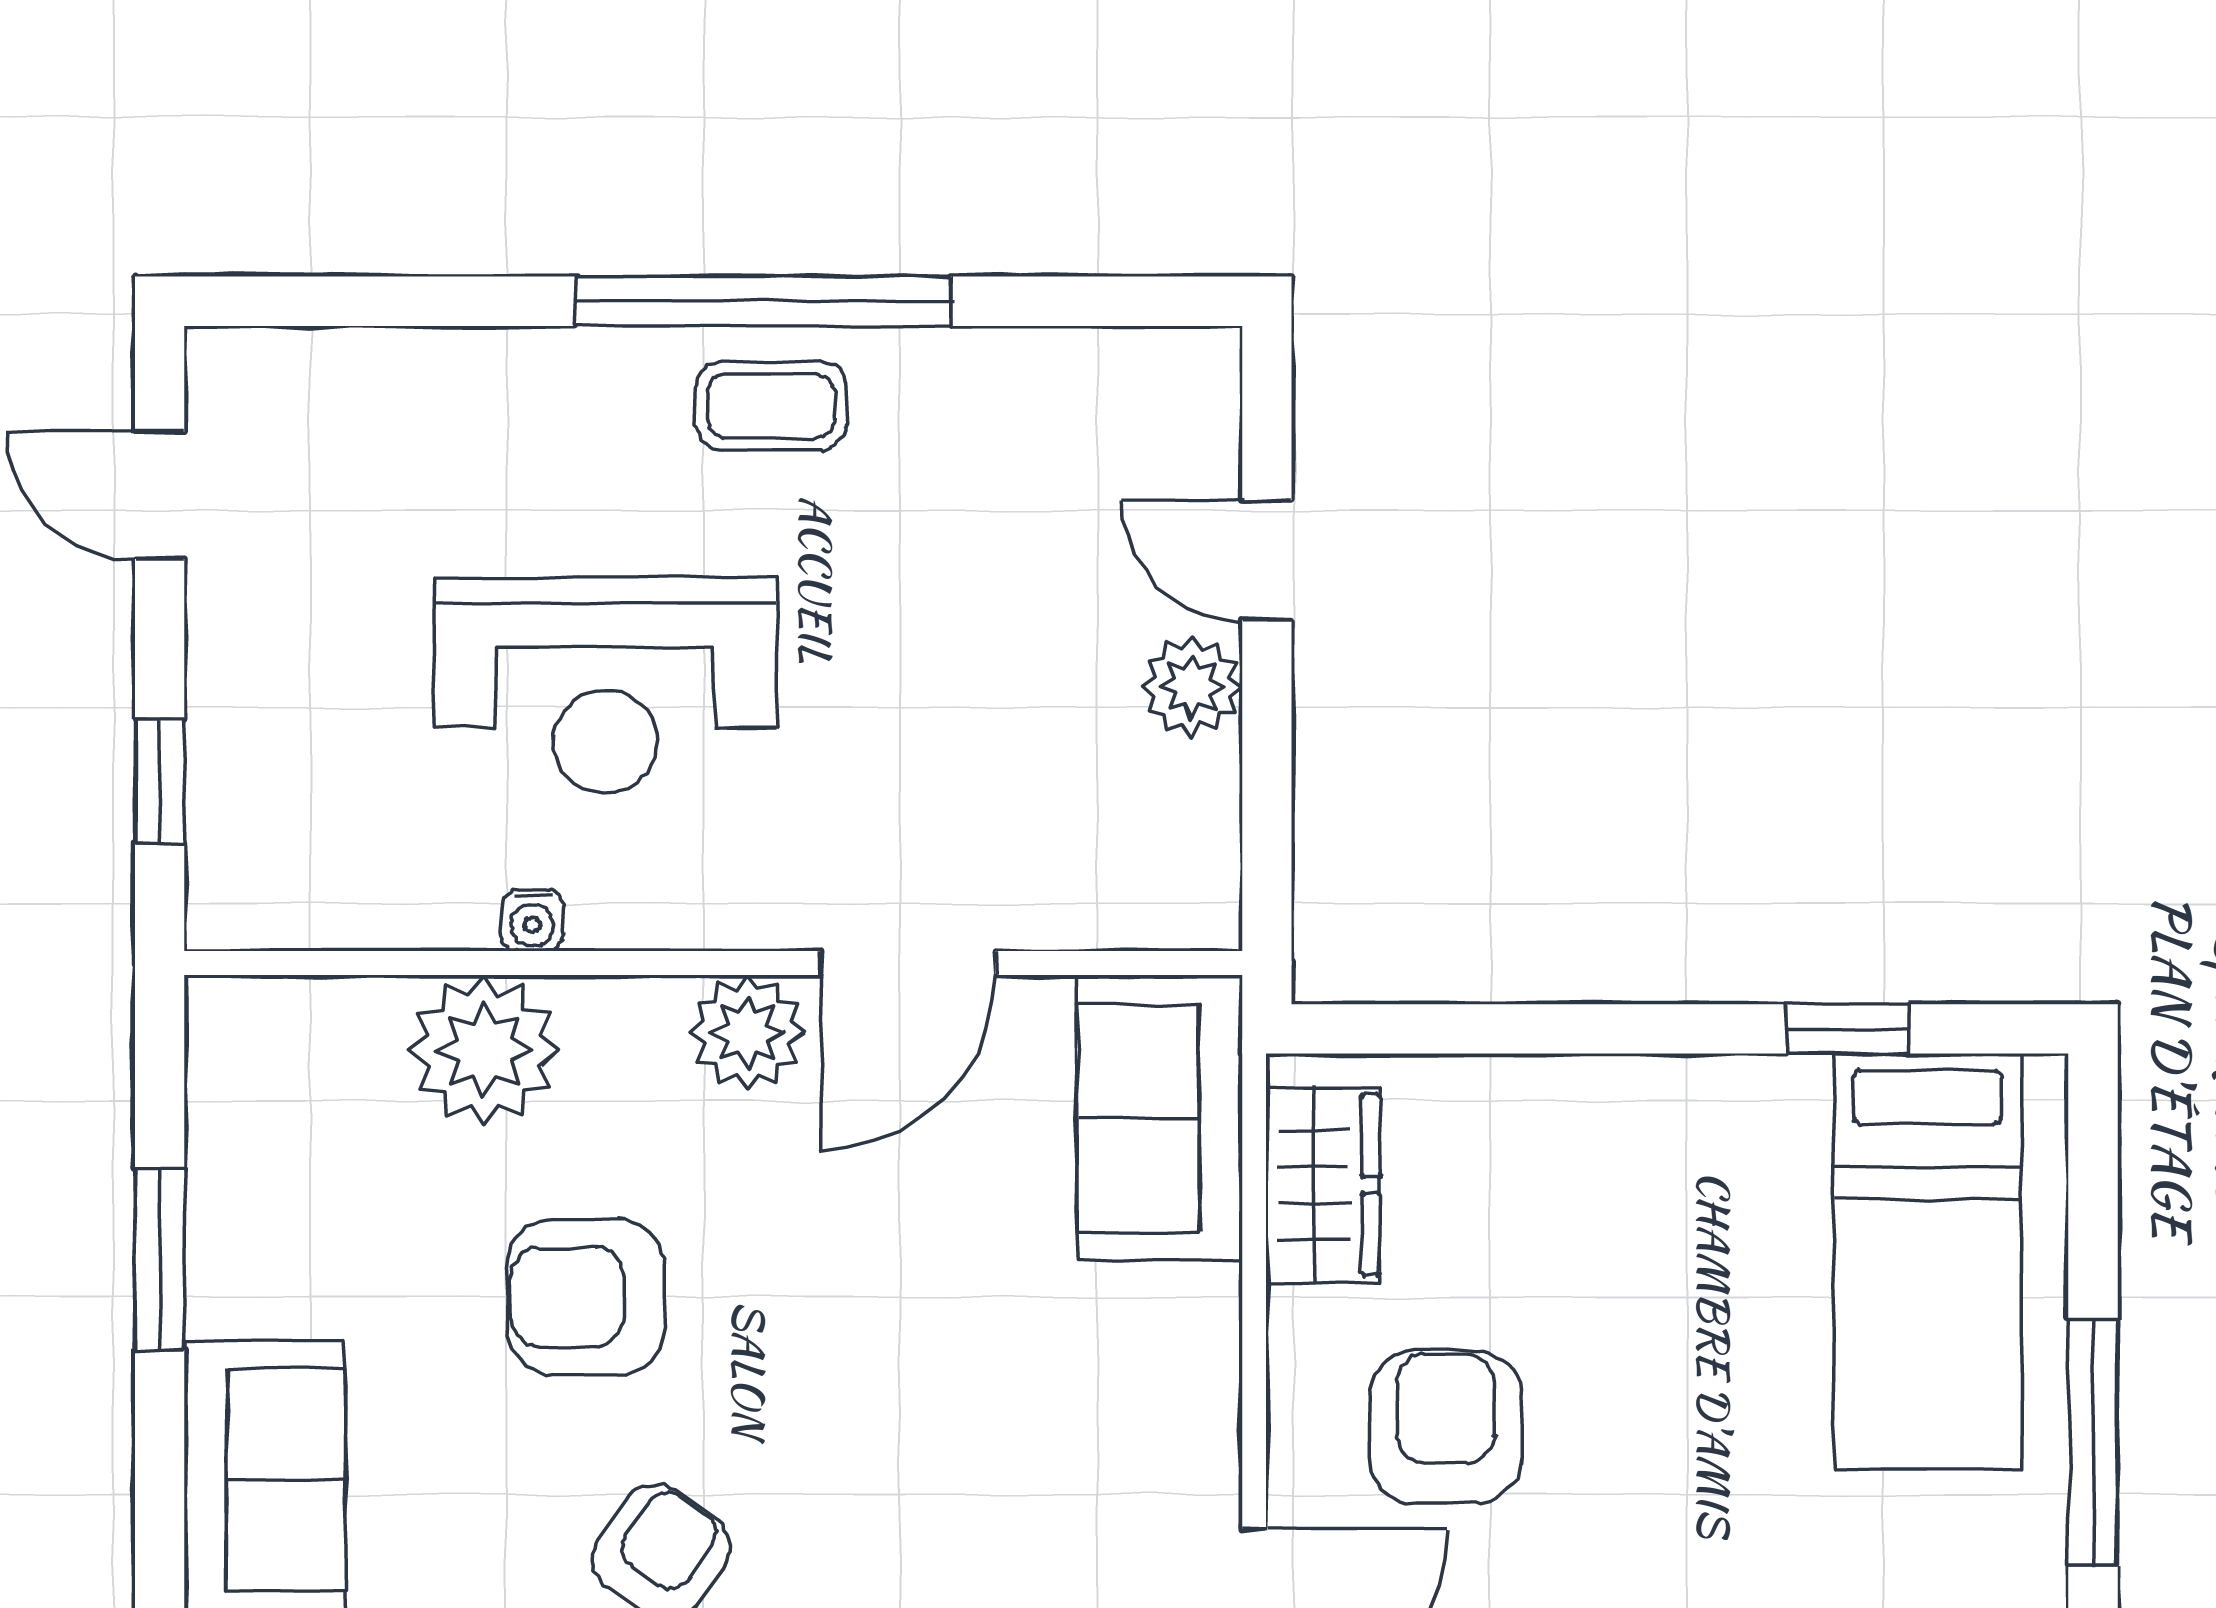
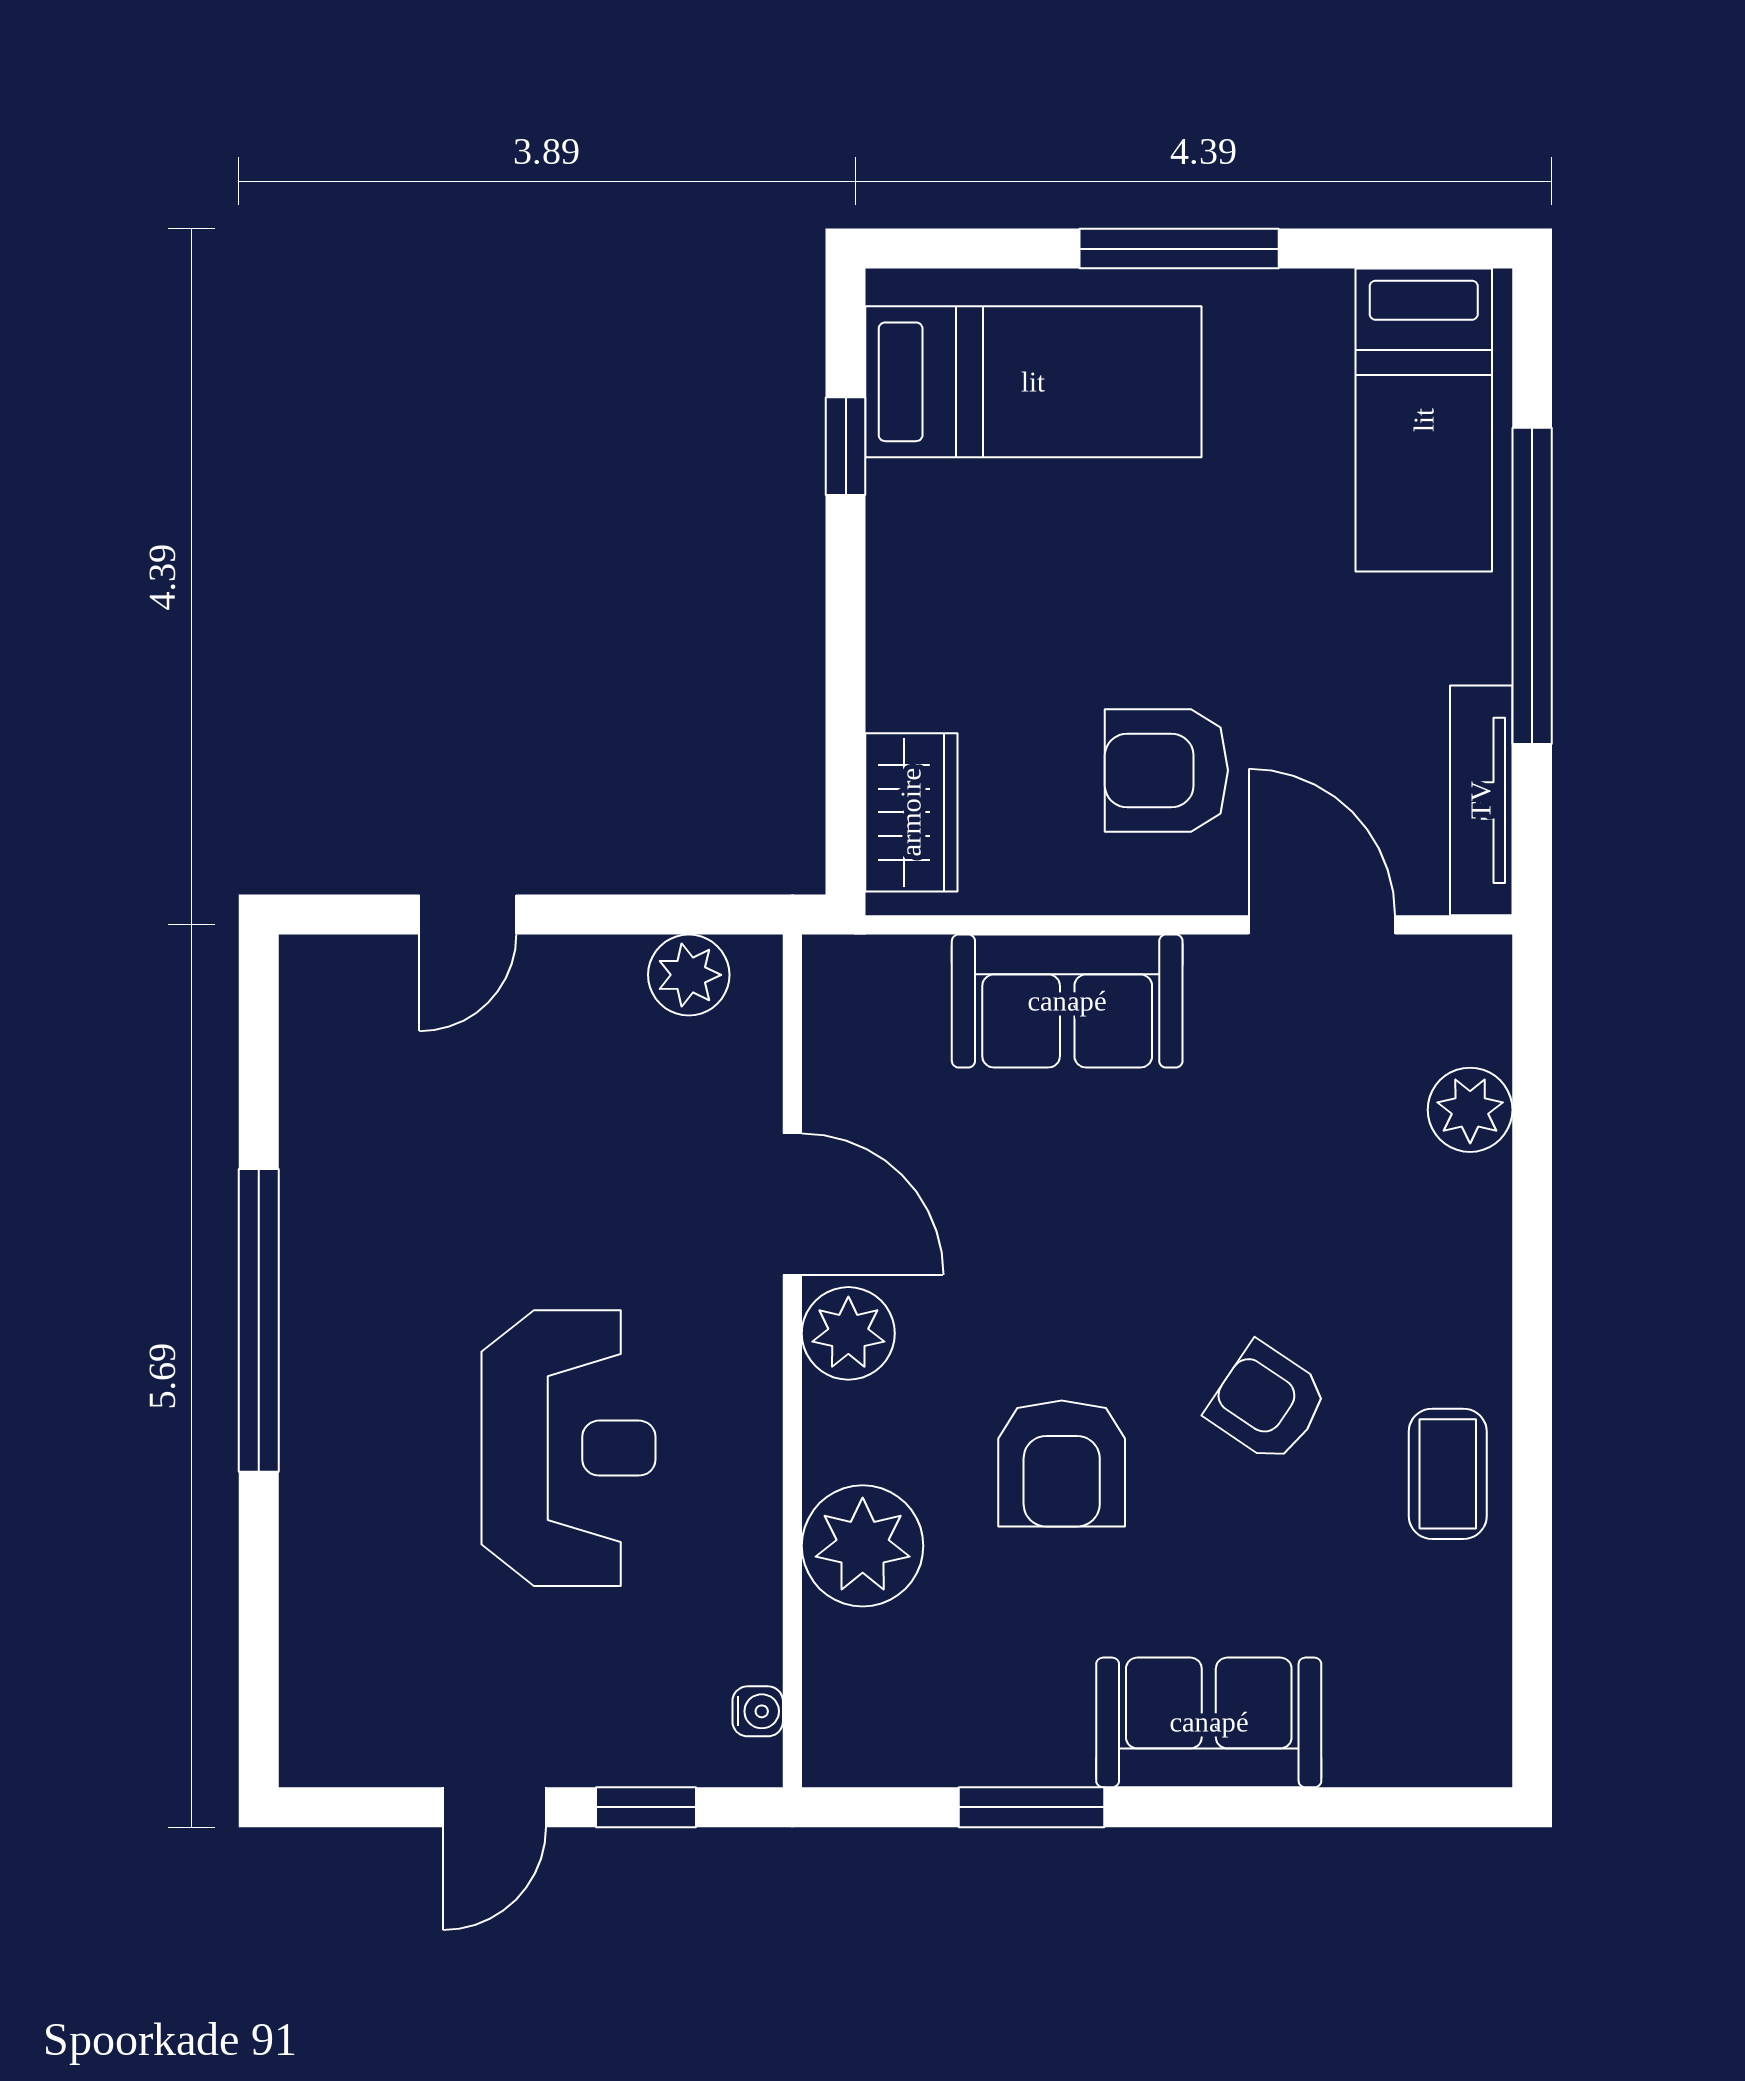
coffee table: (771, 406) -> (343, 1314), removed
door: (160, 495) -> (494, 1807), moved
plant: (1192, 687) -> (689, 975), moved
water cooler: (532, 920) -> (758, 1711), moved
sofa: (1160, 1118) -> (1067, 1001), moved
wardrobe: (1323, 1185) -> (911, 812), moved, turned 90

